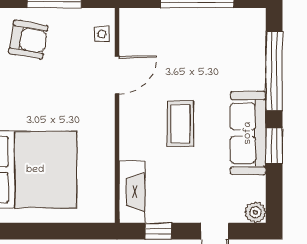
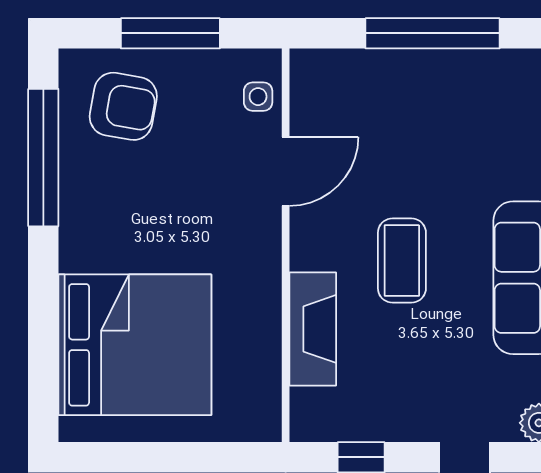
fireplace: (132, 192) -> (313, 329), moved

